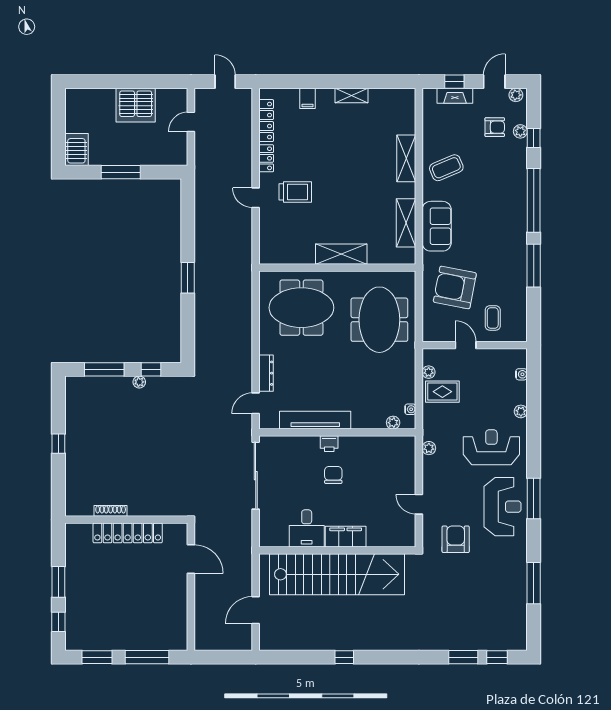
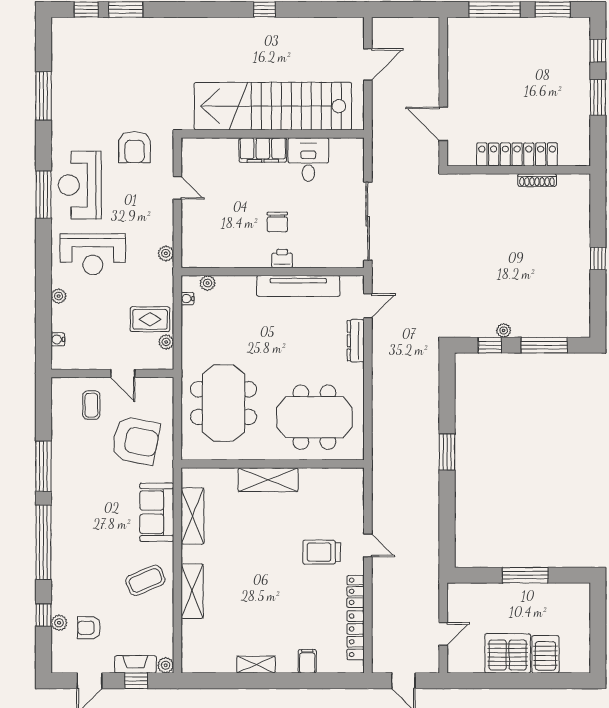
plant: (516, 95) -> (166, 665), moved
server rack: (76, 149) -> (545, 654), moved, turned 180

